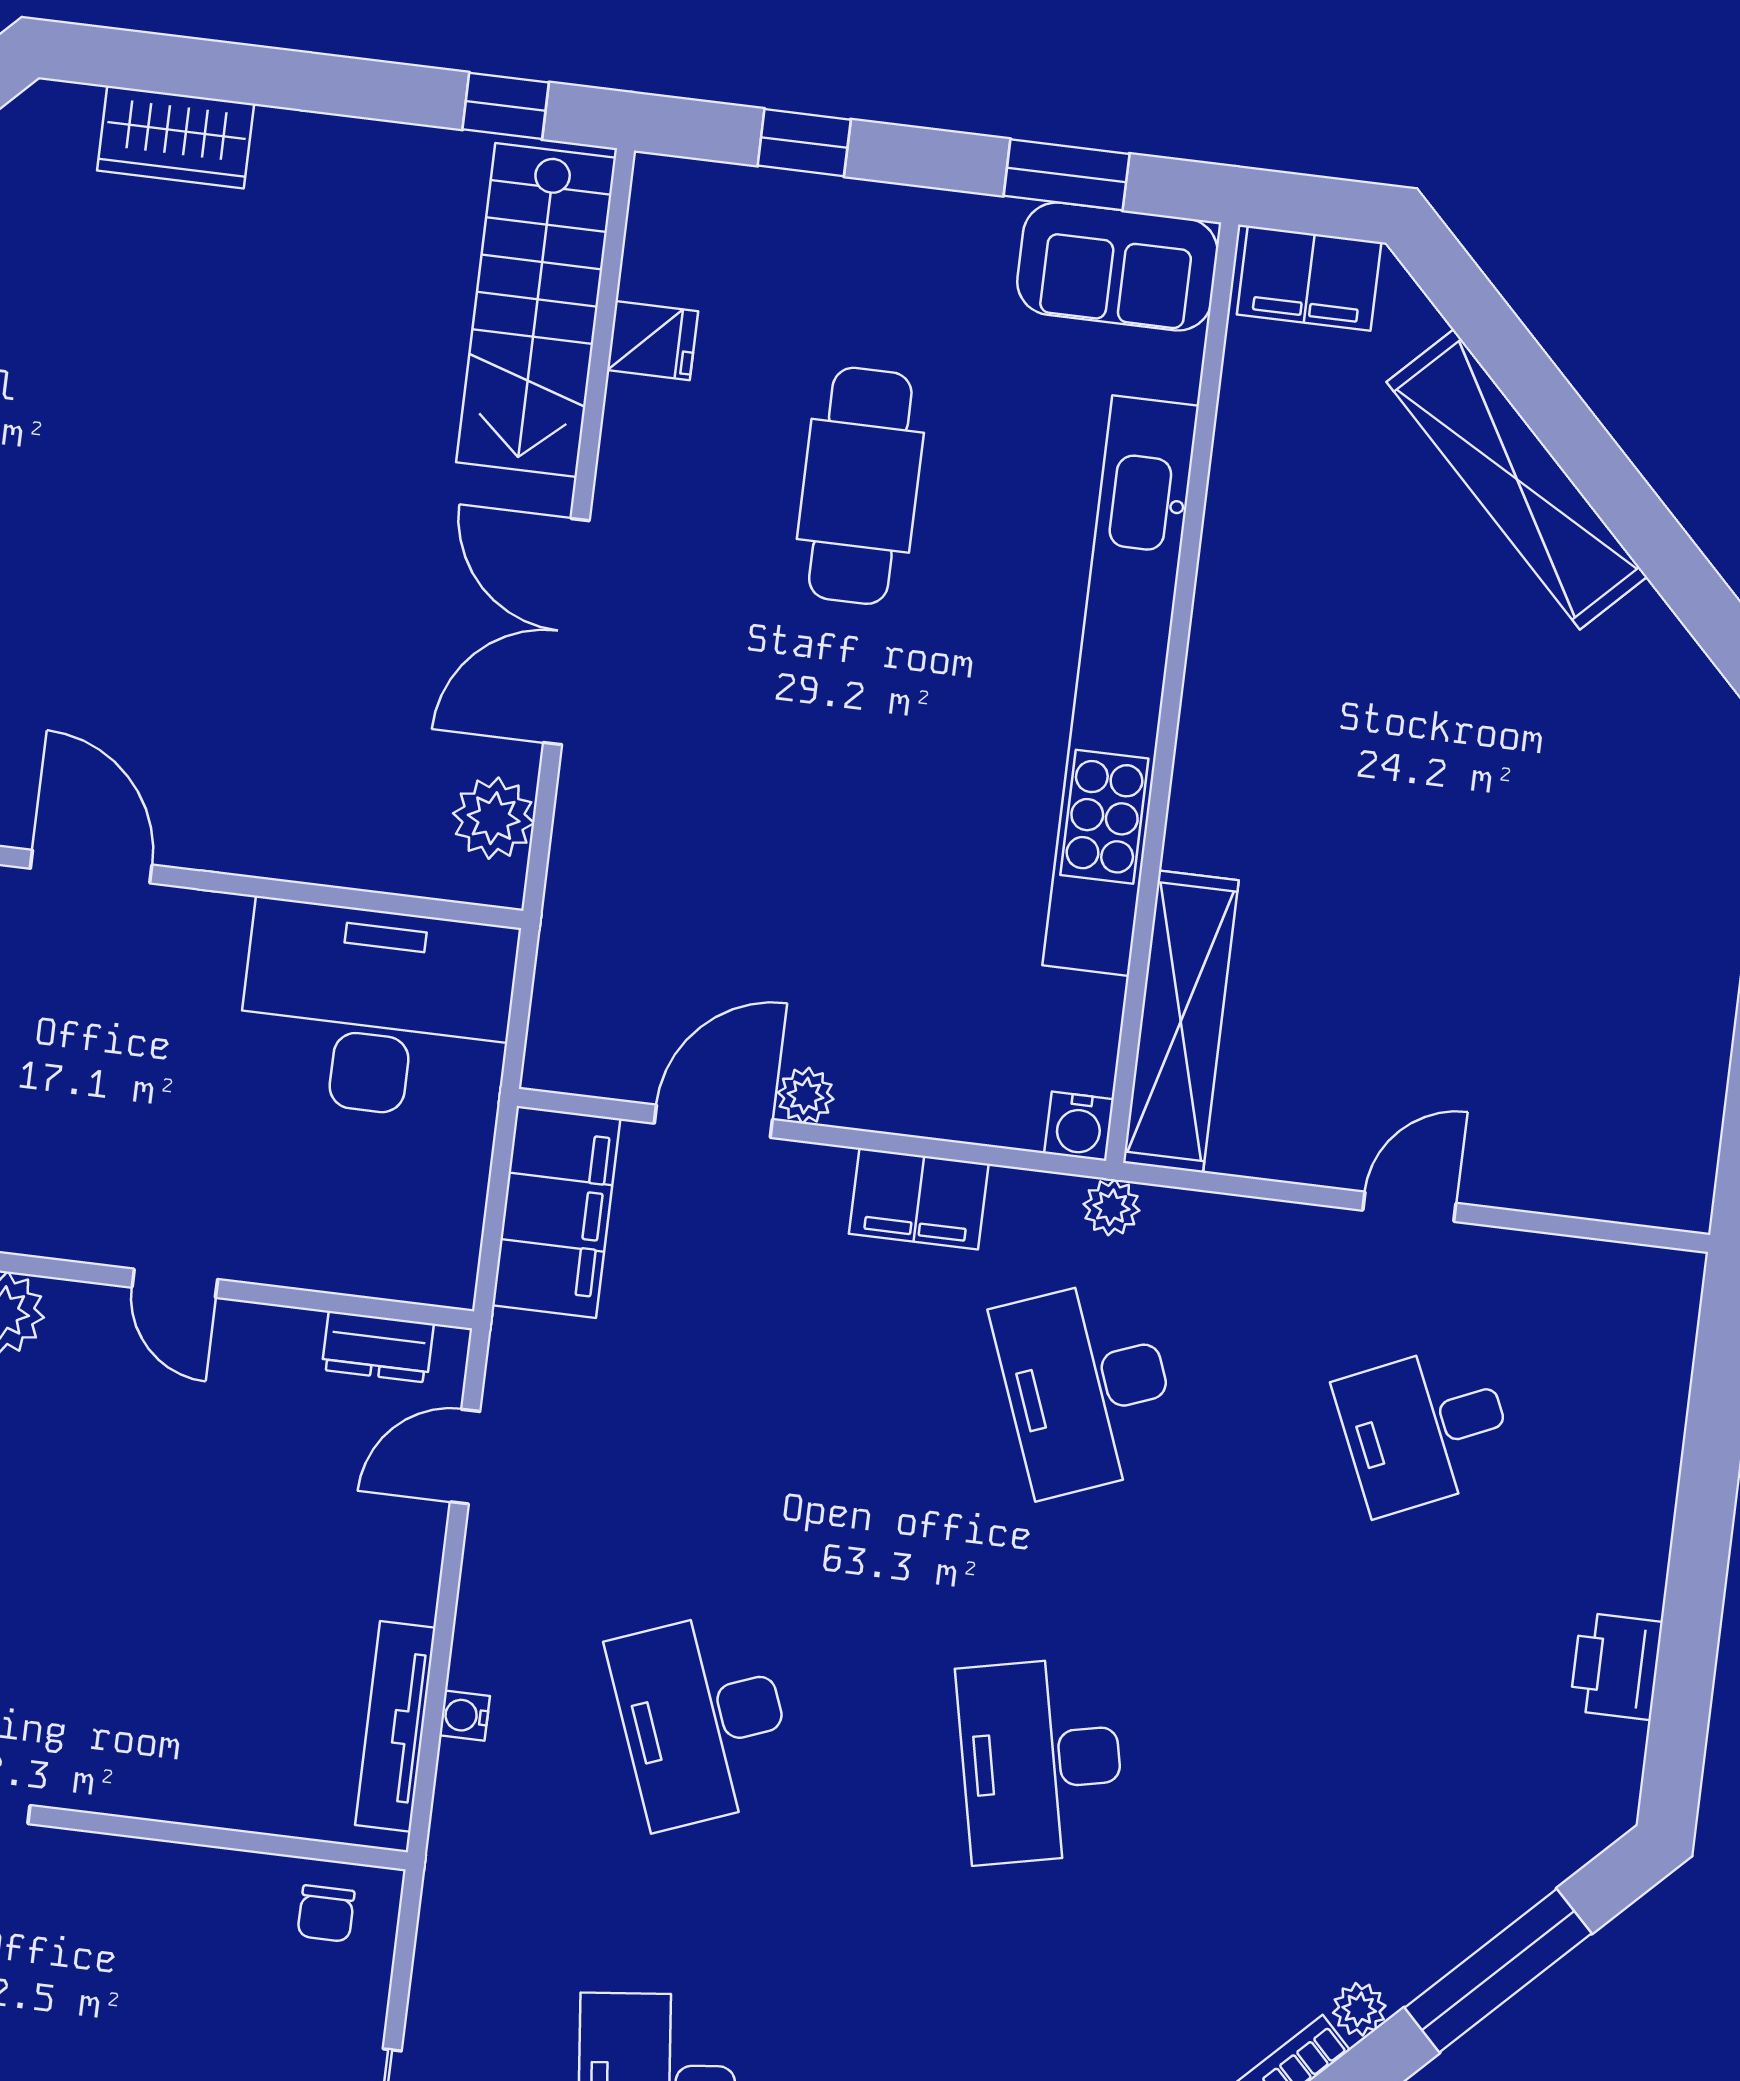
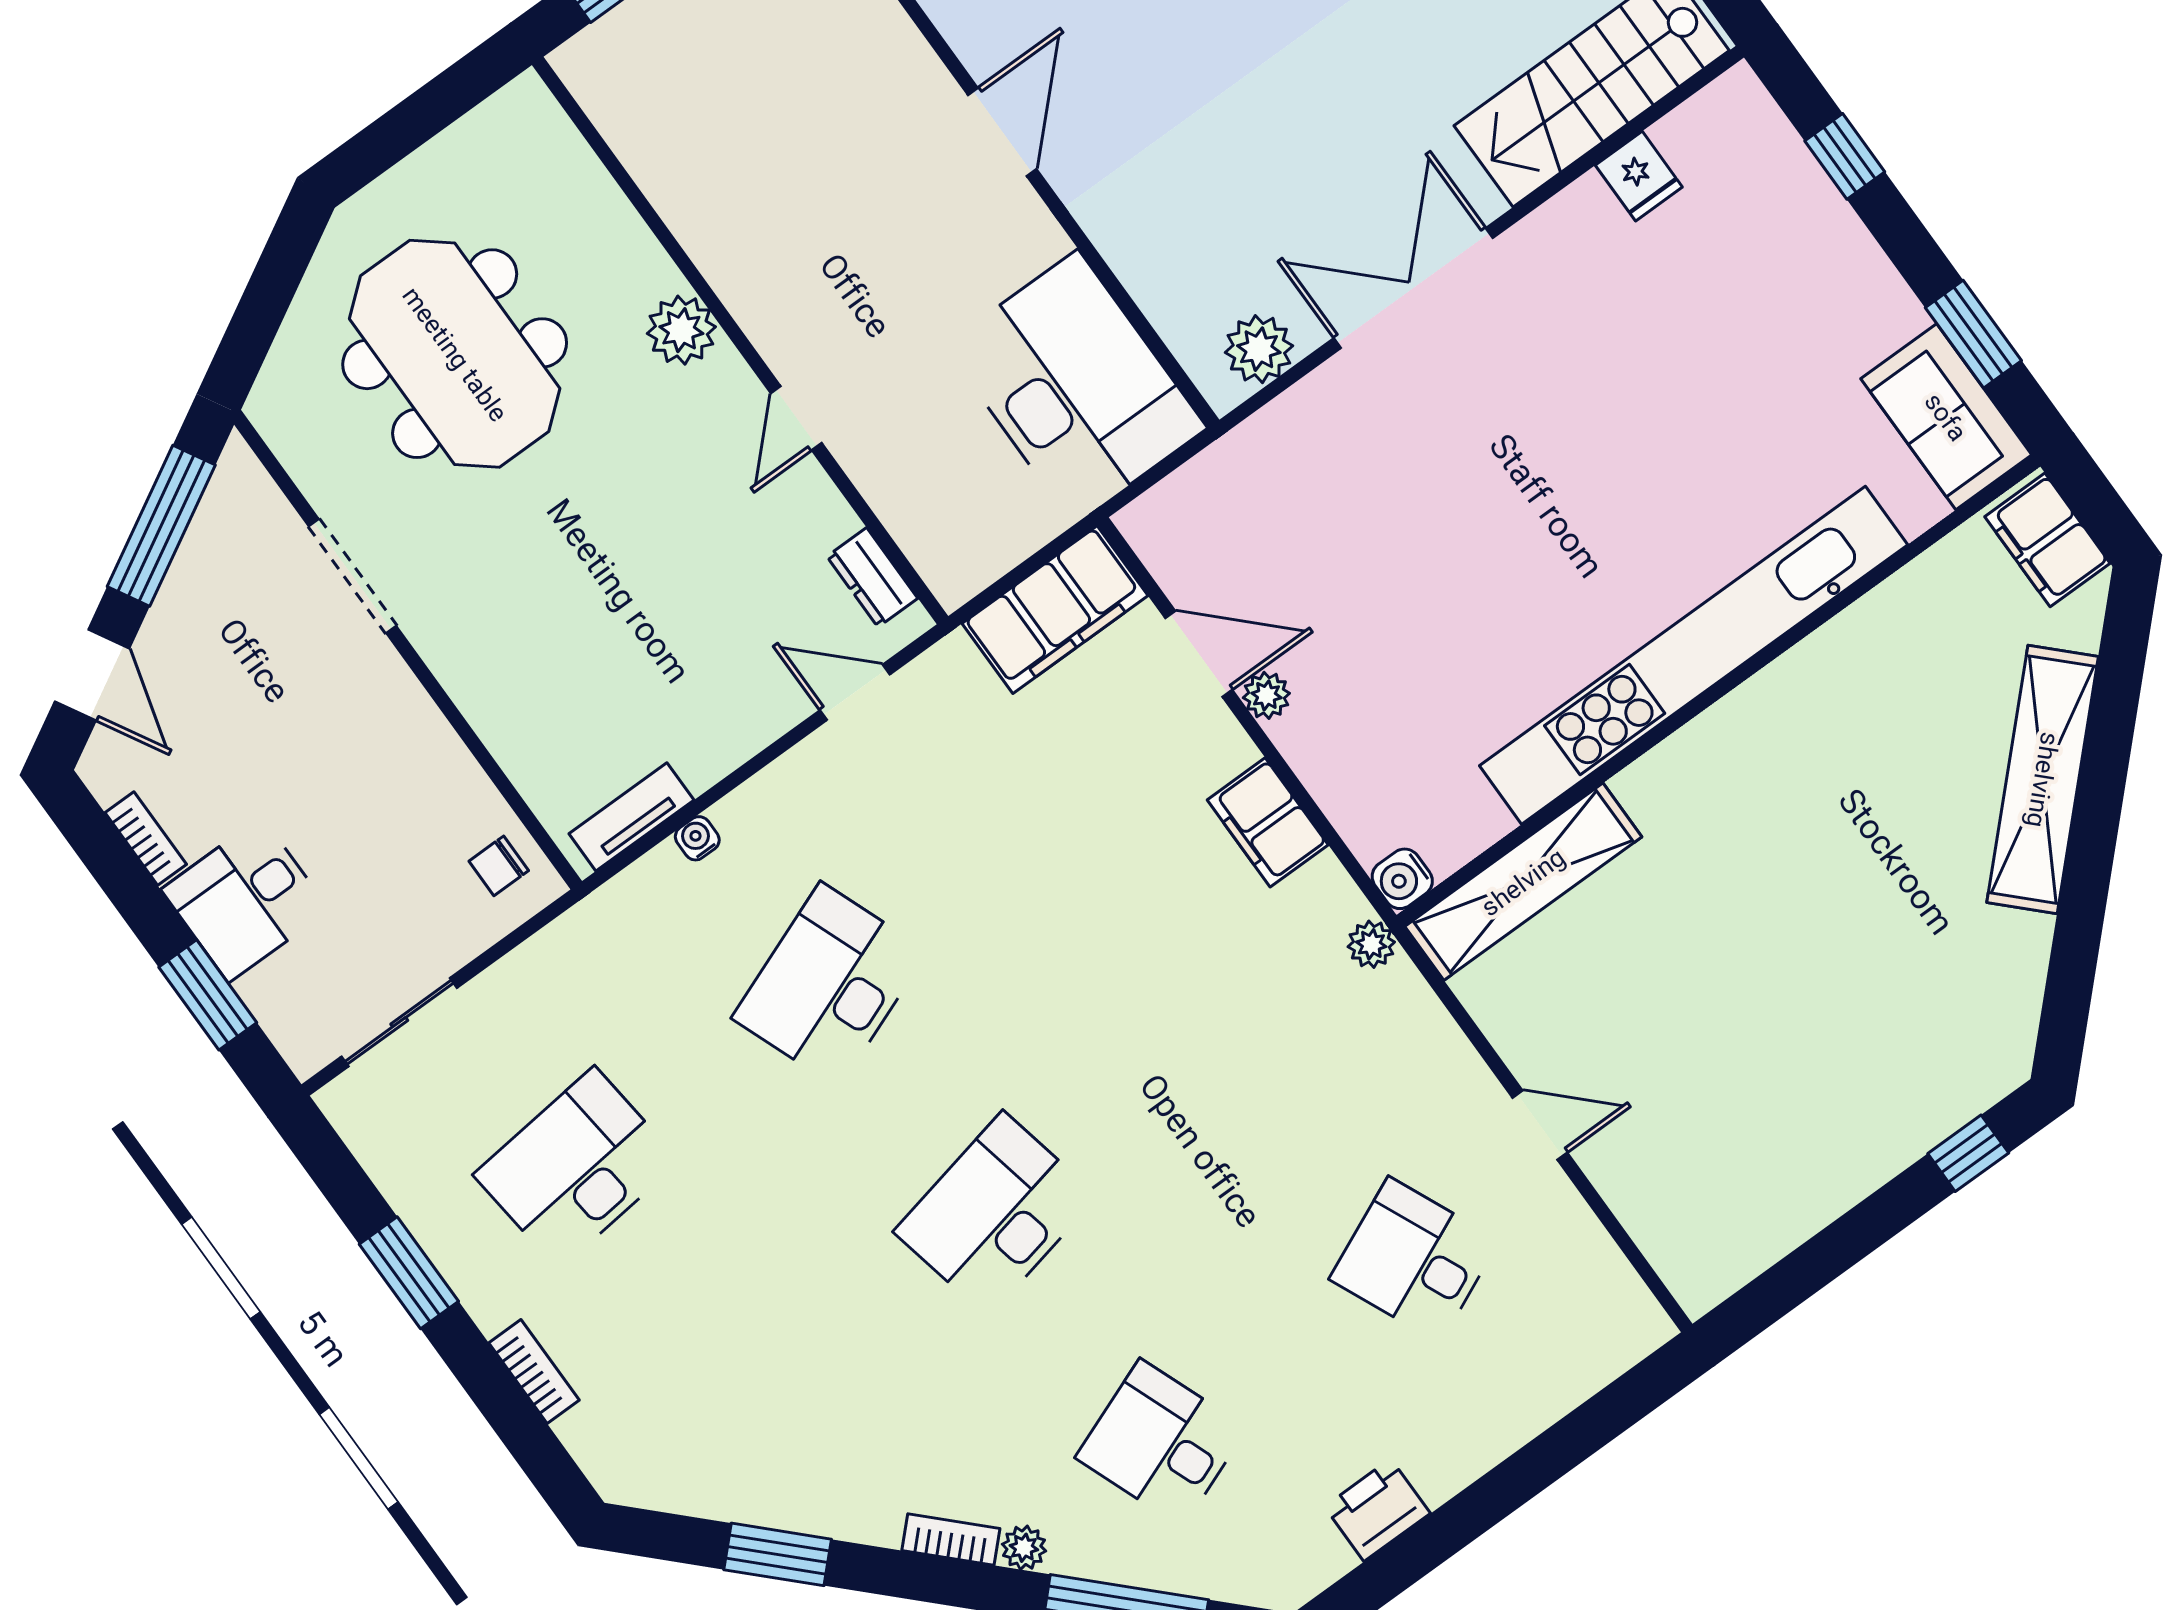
cafe table: (860, 486) -> (1668, 384), removed
desk: (1087, 1387) -> (1161, 1443), moved, width x0.73
tv unit: (395, 1726) -> (631, 817), width x0.71

